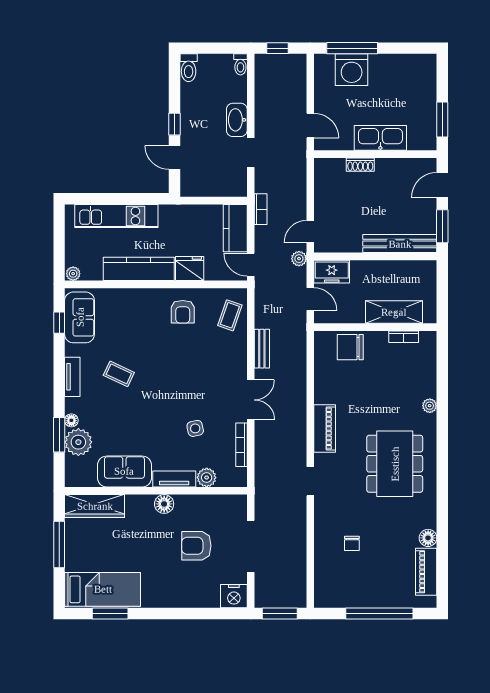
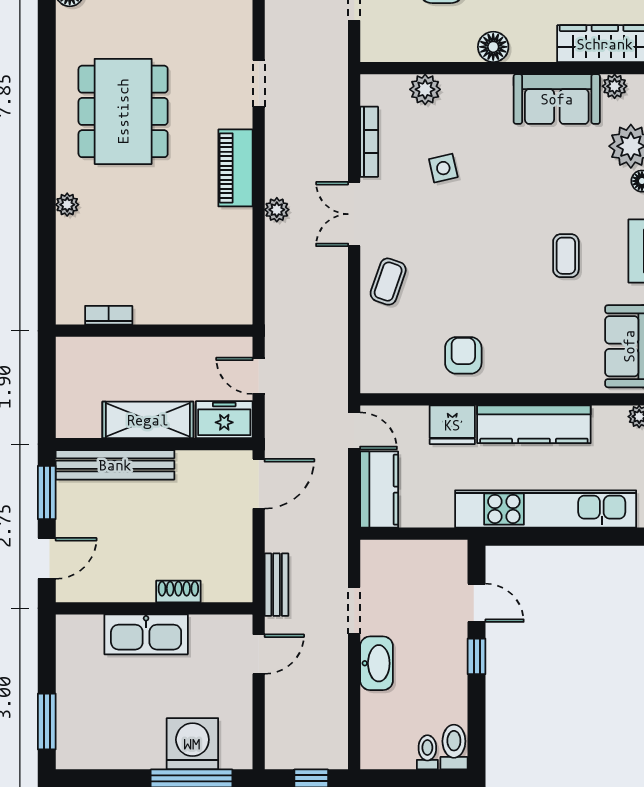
toilet: (240, 64) -> (427, 752), moved
window: (442, 120) -> (47, 721), moved
door: (310, 126) -> (259, 654), swing flipped
bookcase: (261, 209) -> (338, 520), removed
kitchen unit: (116, 216) -> (546, 509), width x1.36
door: (310, 232) -> (259, 484), width x1.37
plant: (299, 259) -> (277, 210), moved
shelving: (394, 312) -> (148, 420), moved
coffee table: (230, 315) -> (388, 282), moved
chair: (350, 347) -> (194, 299), removed
bench: (262, 349) -> (277, 585), moved
coffee table: (119, 374) -> (566, 256), turned 65
plant: (88, 479) -> (615, 86), added
tv unit: (174, 479) -> (477, 87), removed

